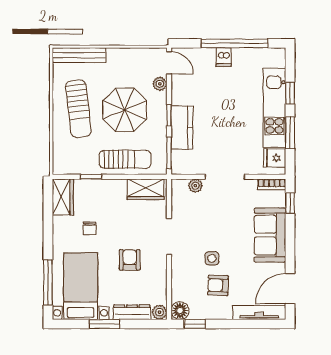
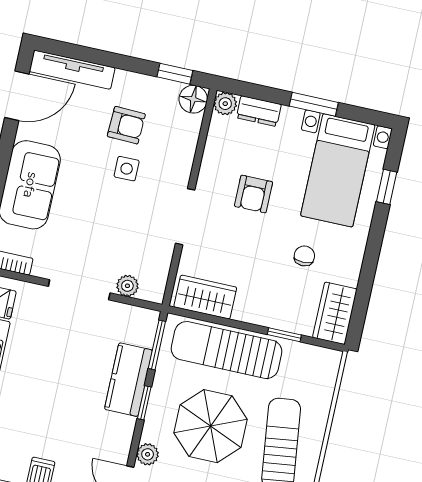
sun lounger: (125, 159) -> (227, 350), width x1.36, depth x1.34
window: (48, 282) -> (387, 187), width x0.46
dresser: (132, 312) -> (259, 111), width x0.70

